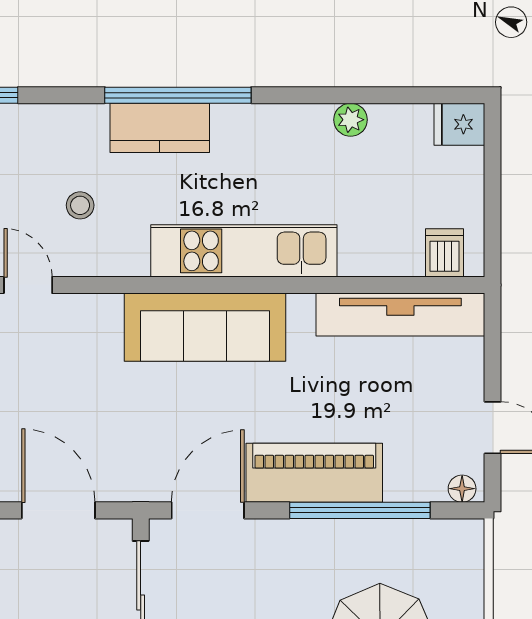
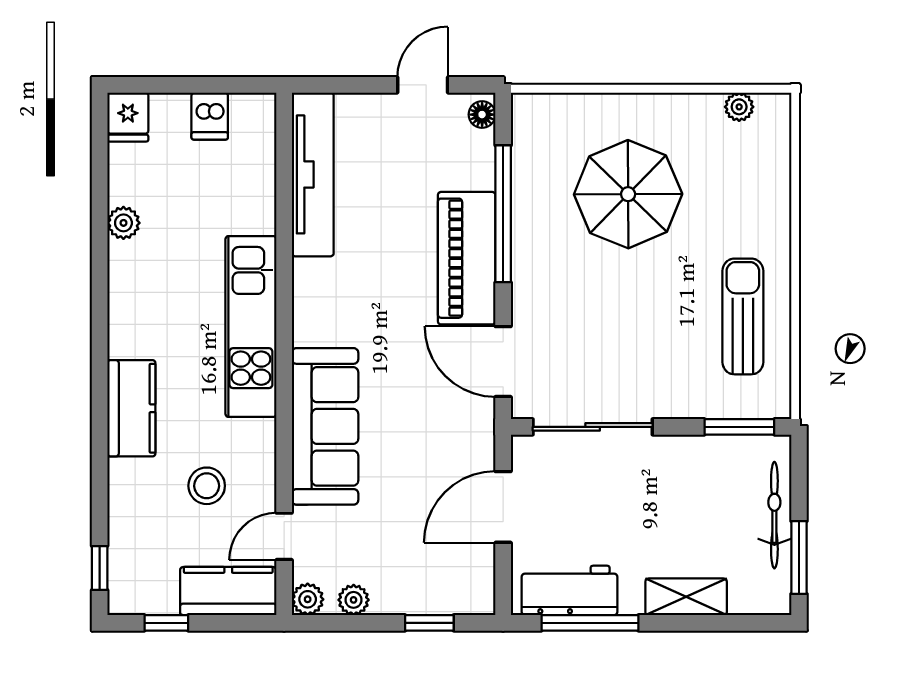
window: (178, 95) -> (100, 391), removed
stool: (80, 205) -> (207, 486), width x1.37, depth x1.37
dishwasher: (444, 253) -> (210, 116), moved, turned -90
sofa: (205, 327) -> (325, 426), moved

